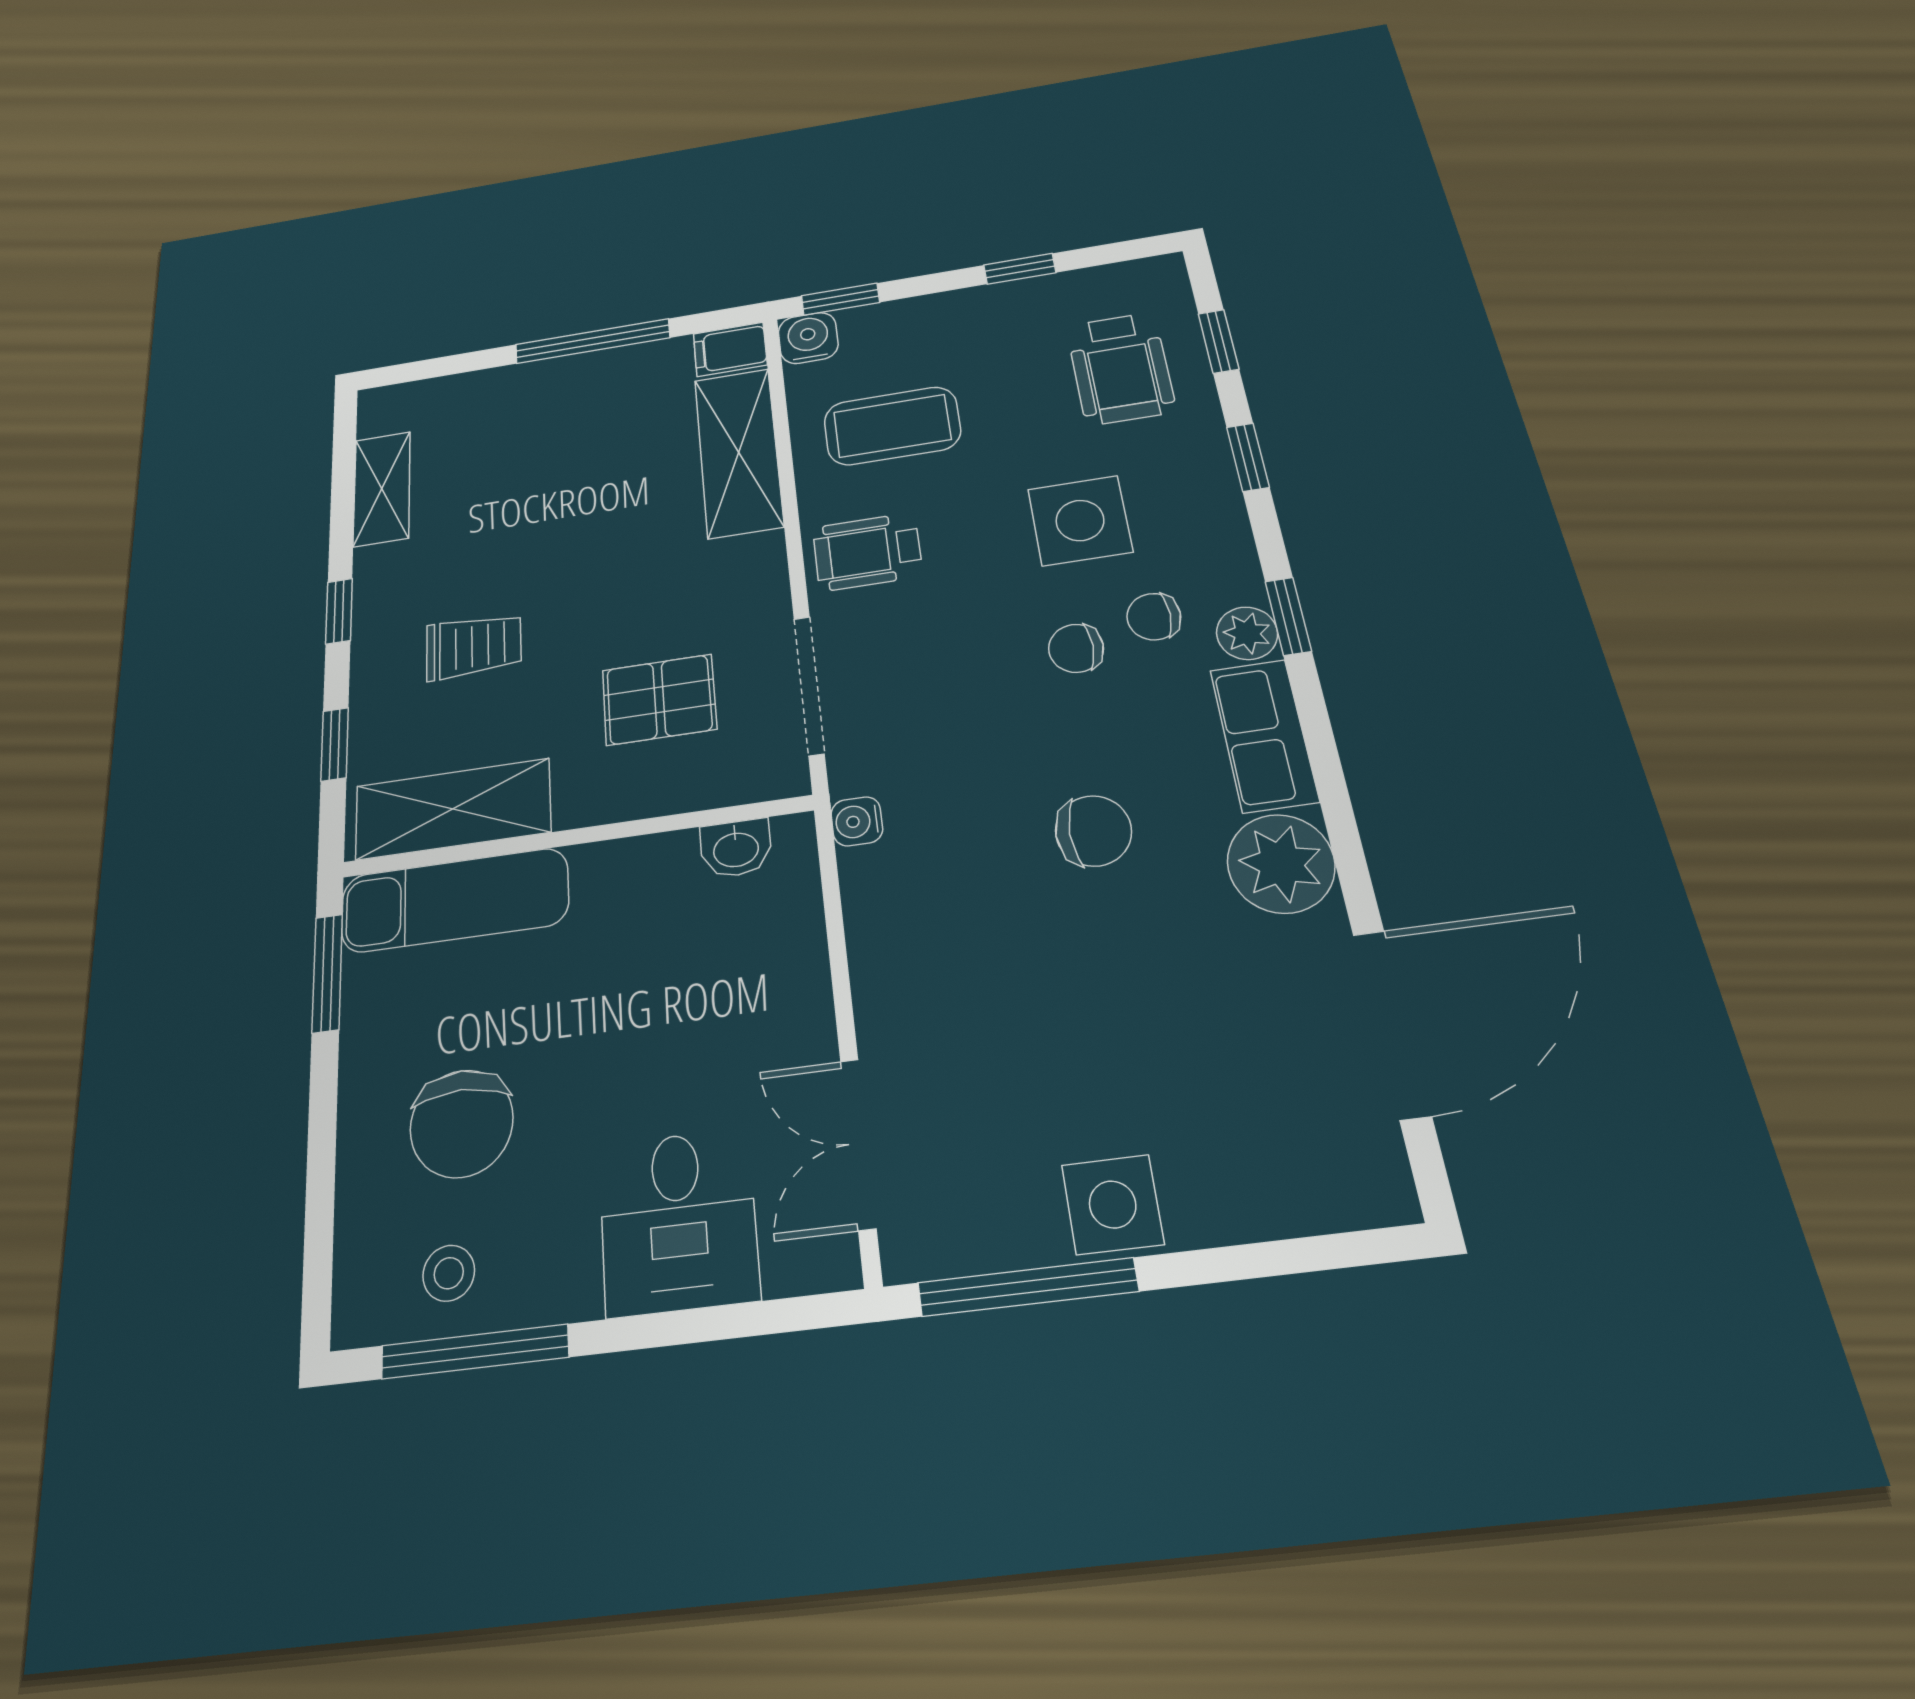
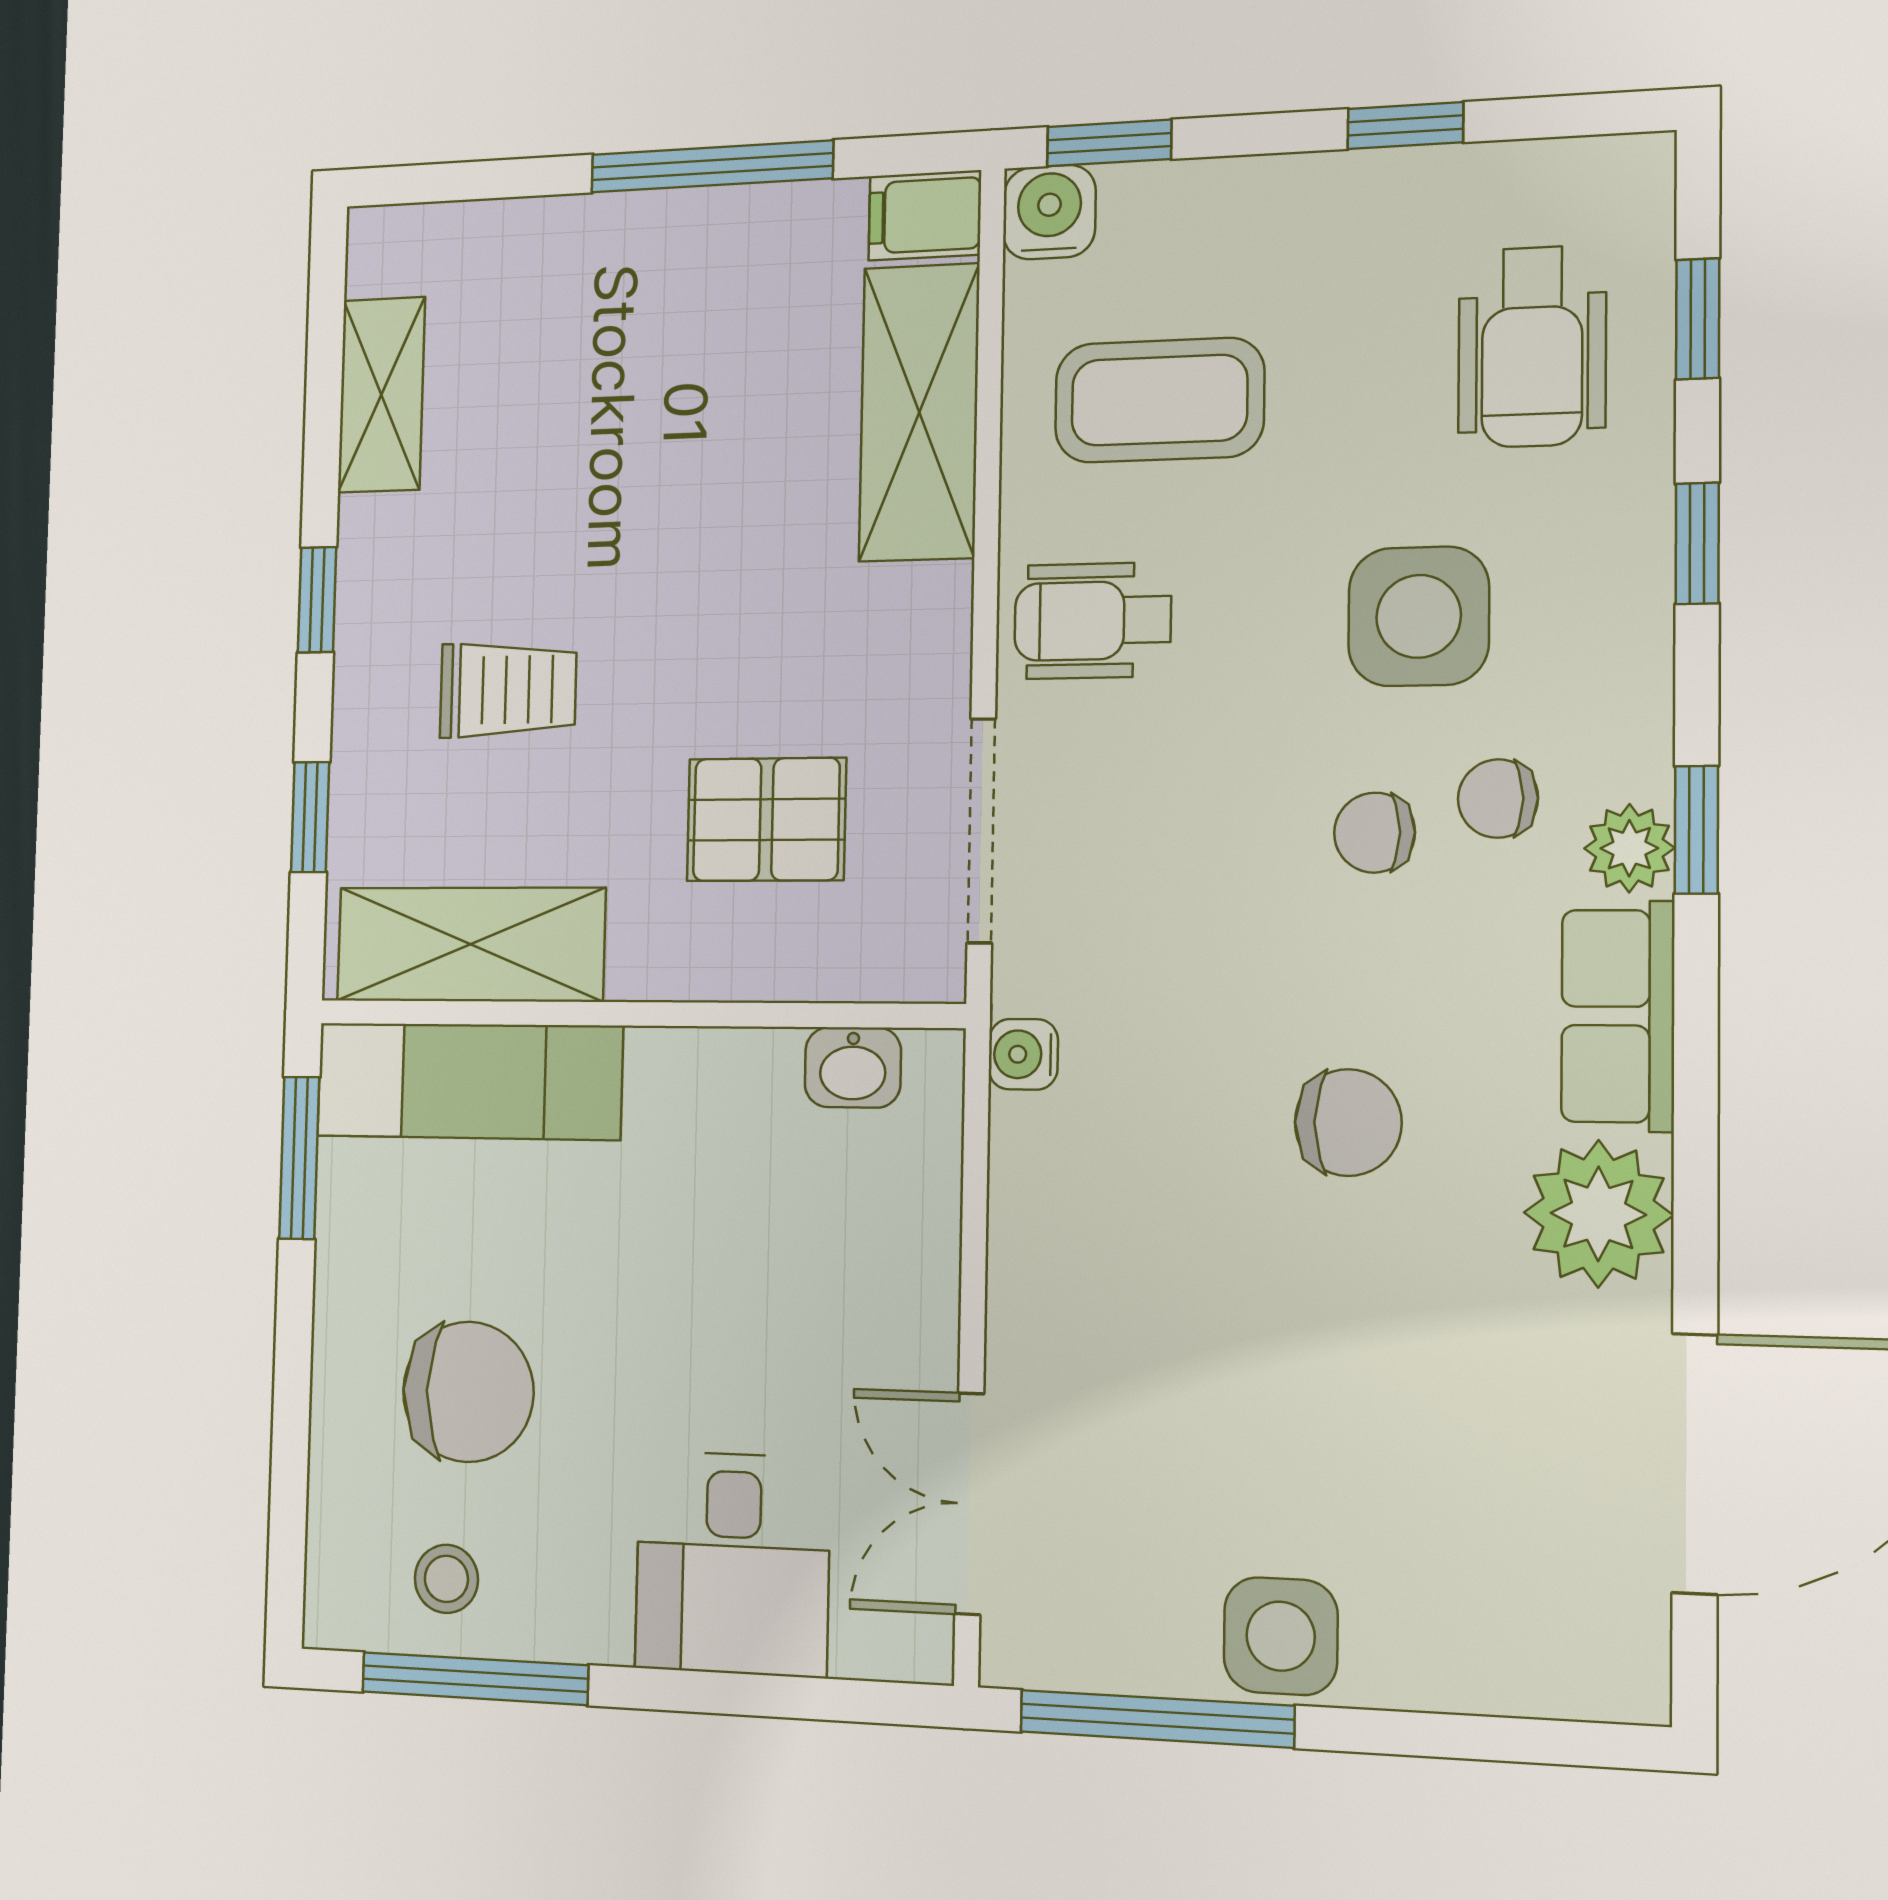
chair: (462, 1123) -> (468, 1392), turned -90

